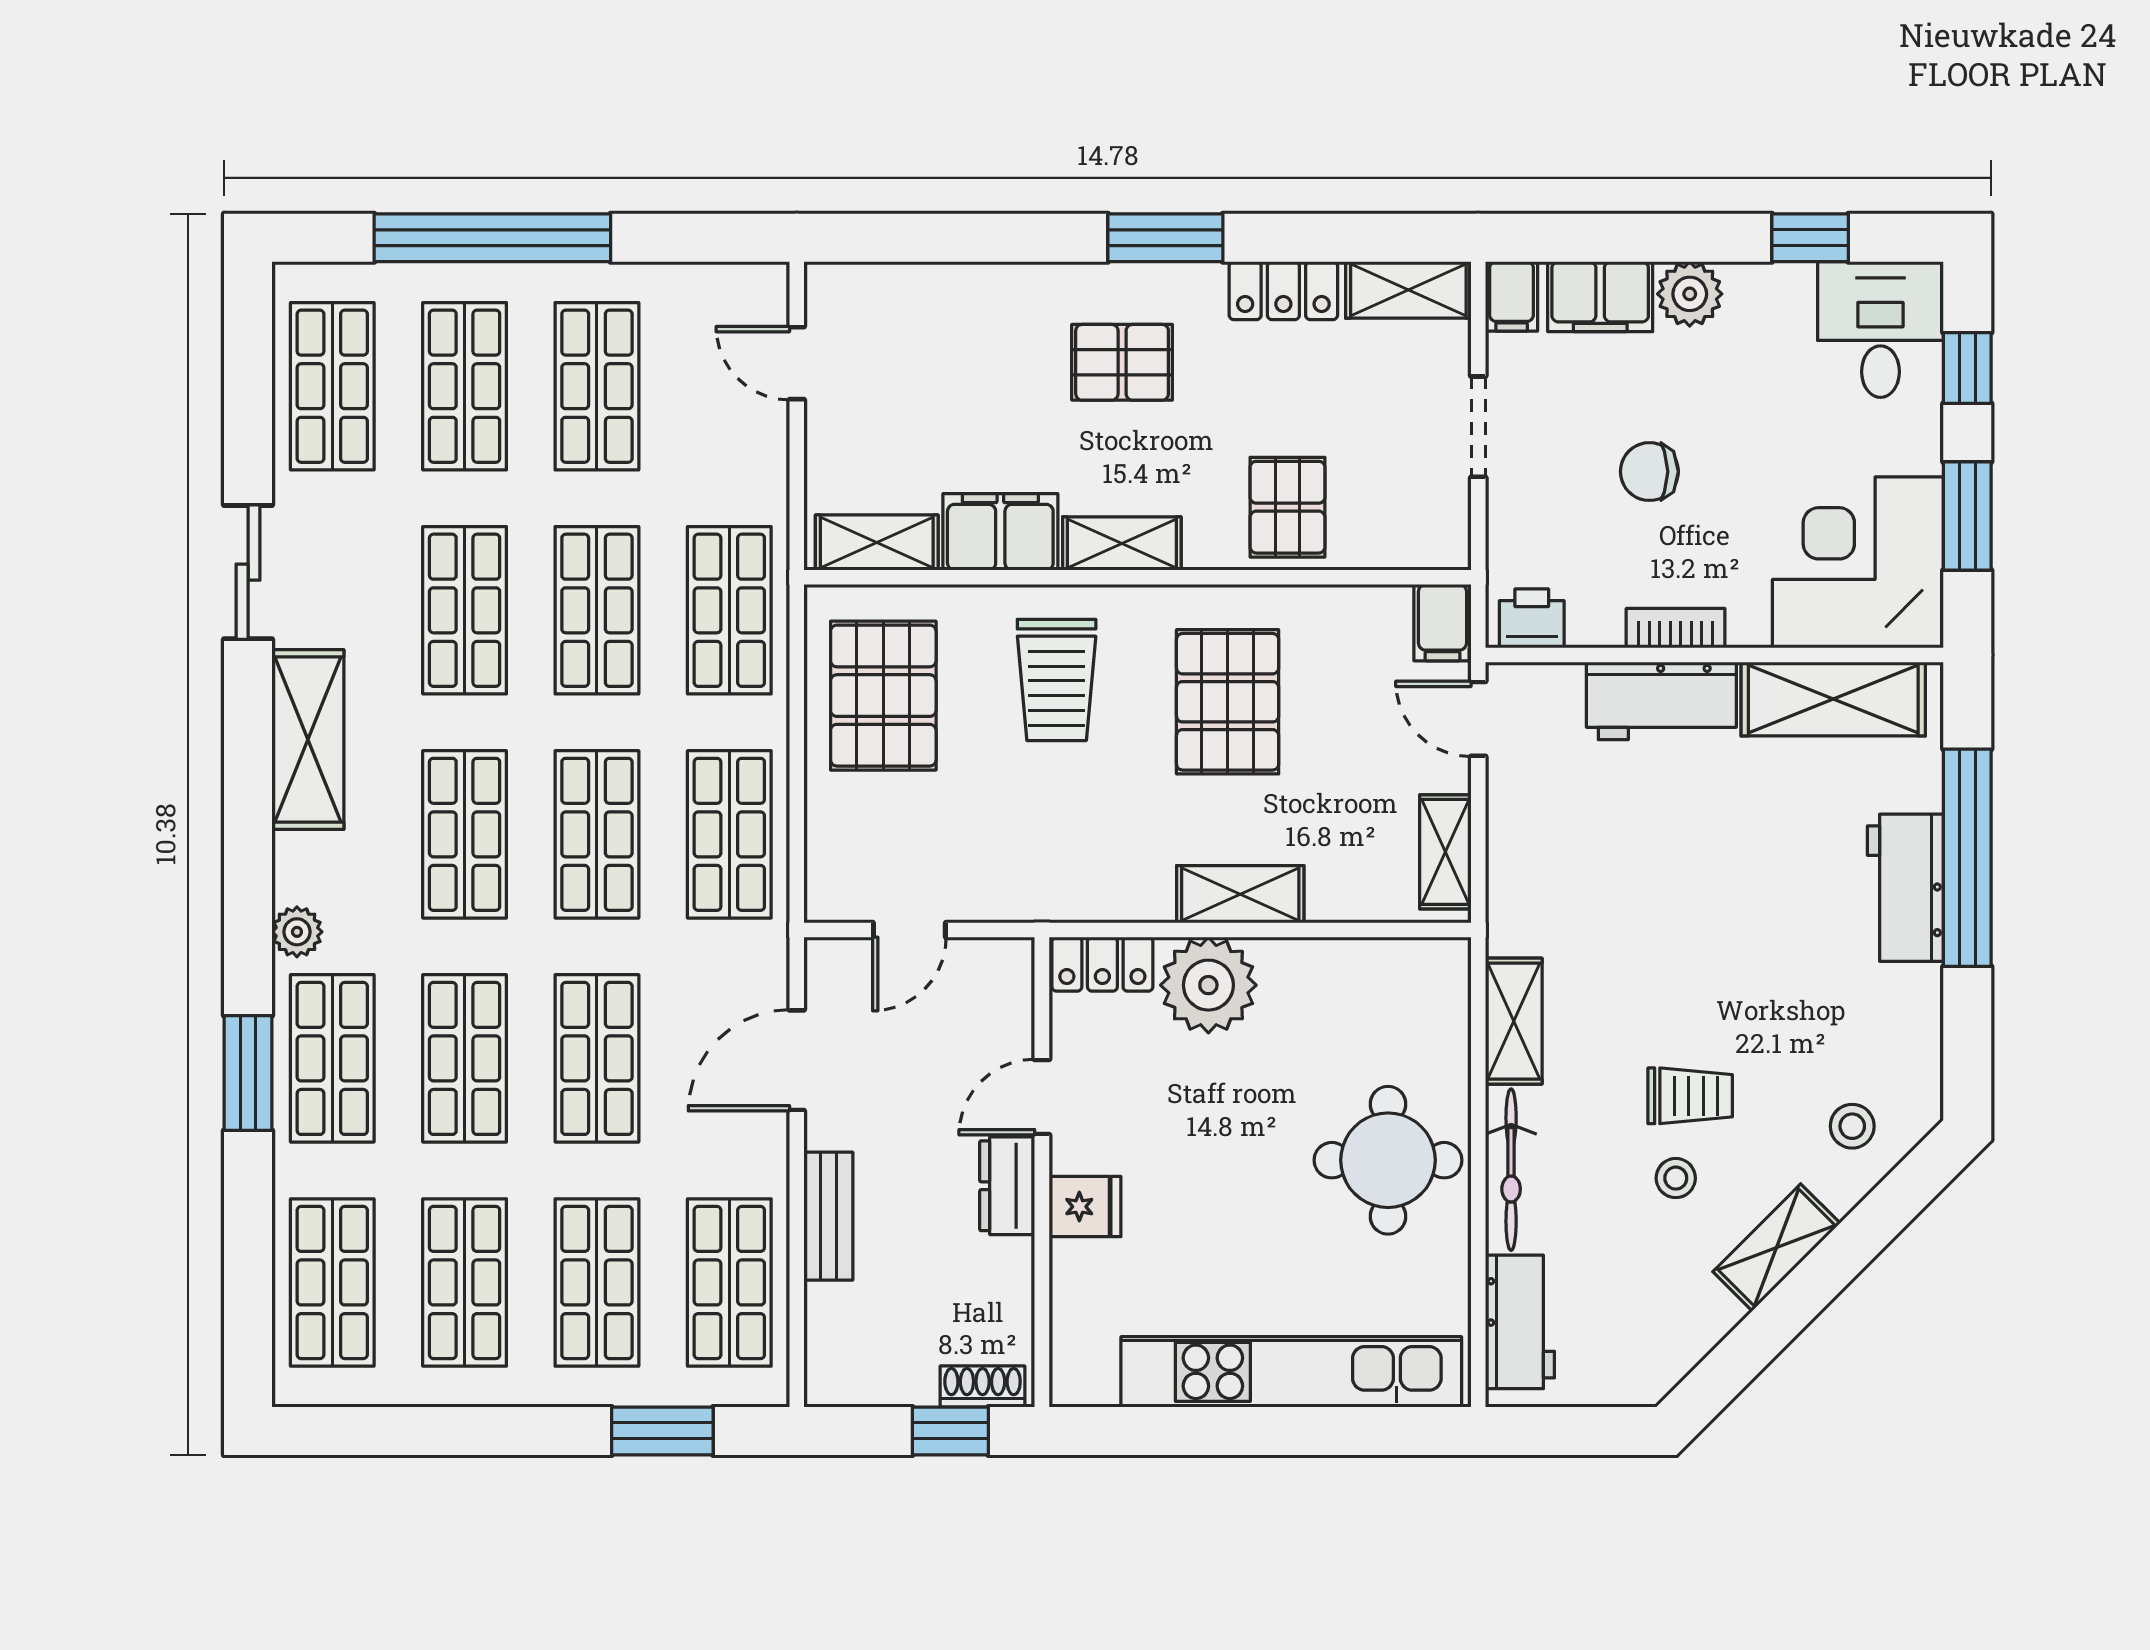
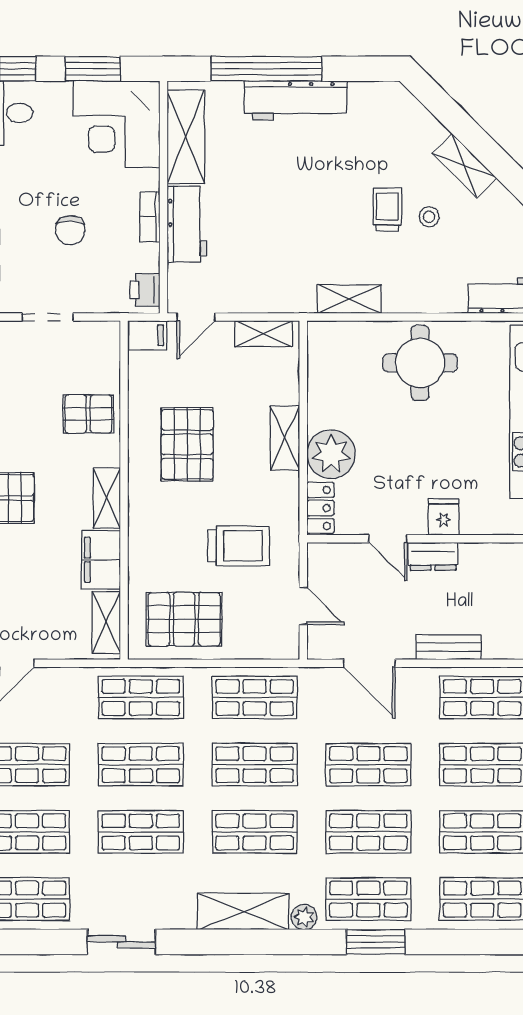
trolley: (1057, 680) -> (239, 546), moved
pallet: (1228, 702) -> (187, 444), turned 90
shelving: (308, 740) -> (243, 911), moved
workbench: (1905, 888) -> (296, 100), width x1.37
stool: (1852, 1126) -> (403, 127), removed
bicycle: (1511, 1170) -> (425, 300), removed

